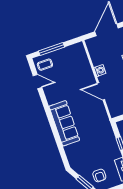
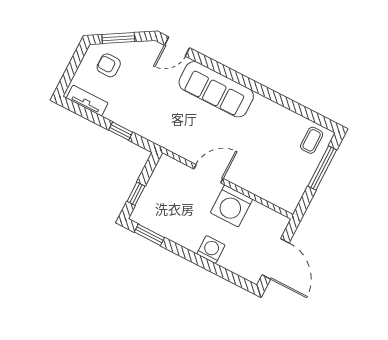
washing machine: (100, 70) -> (231, 206), width x1.89, depth x1.89
door: (38, 82) -> (177, 46), moved

